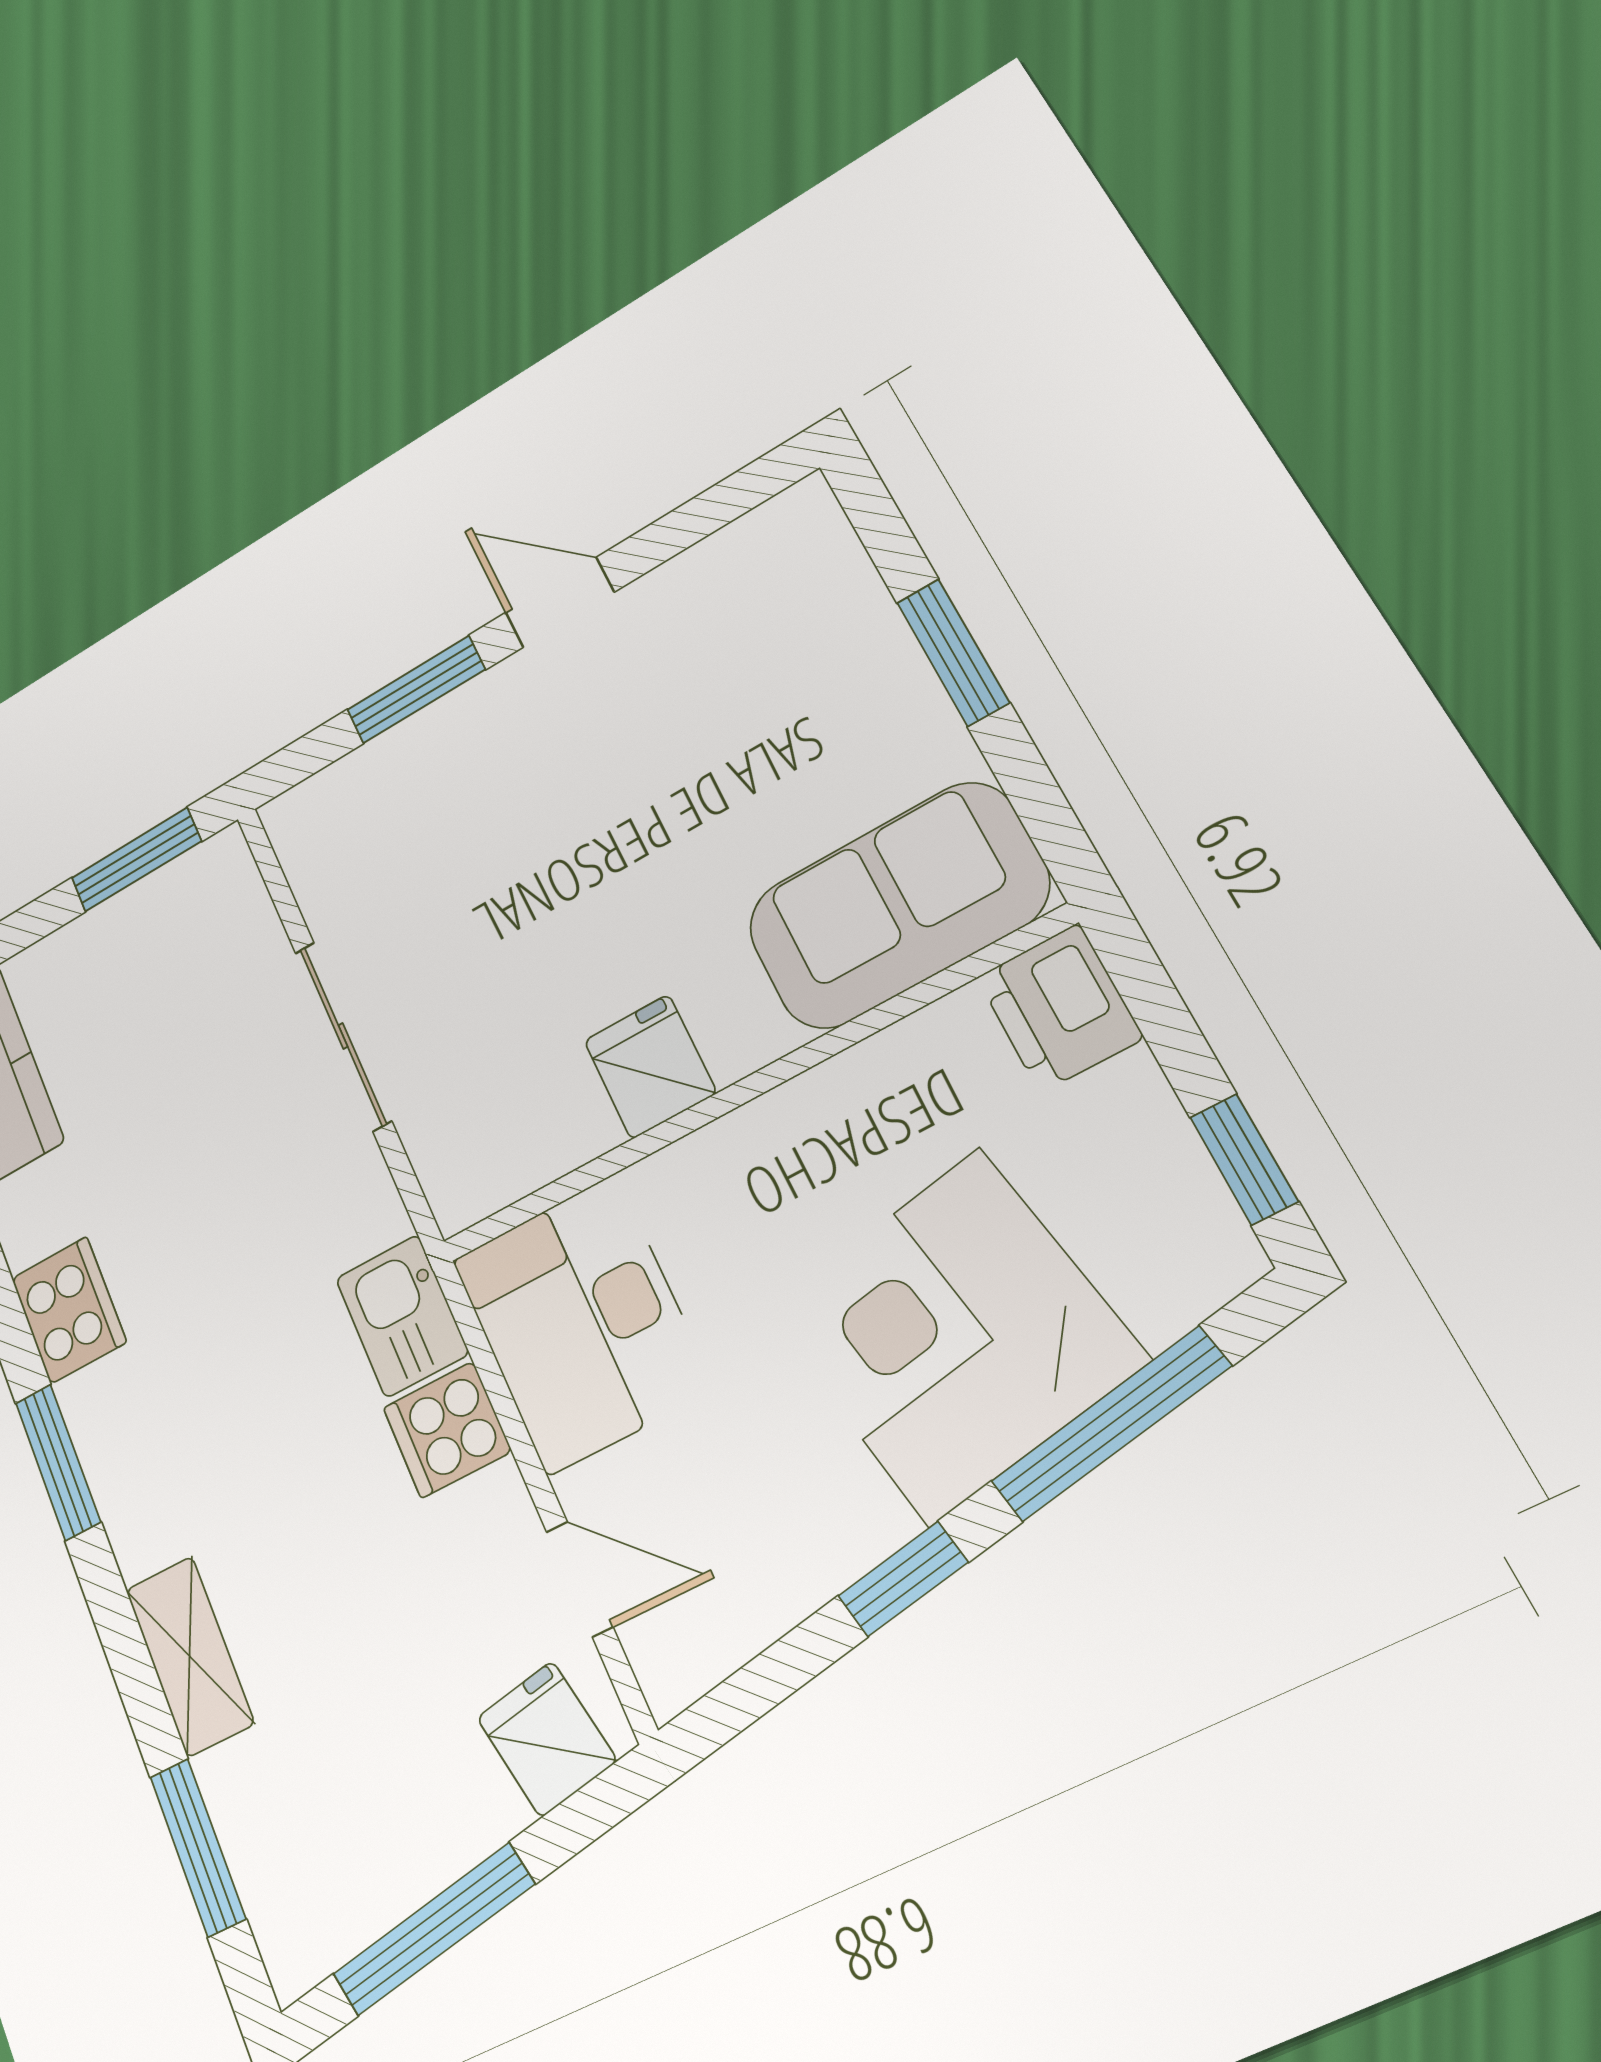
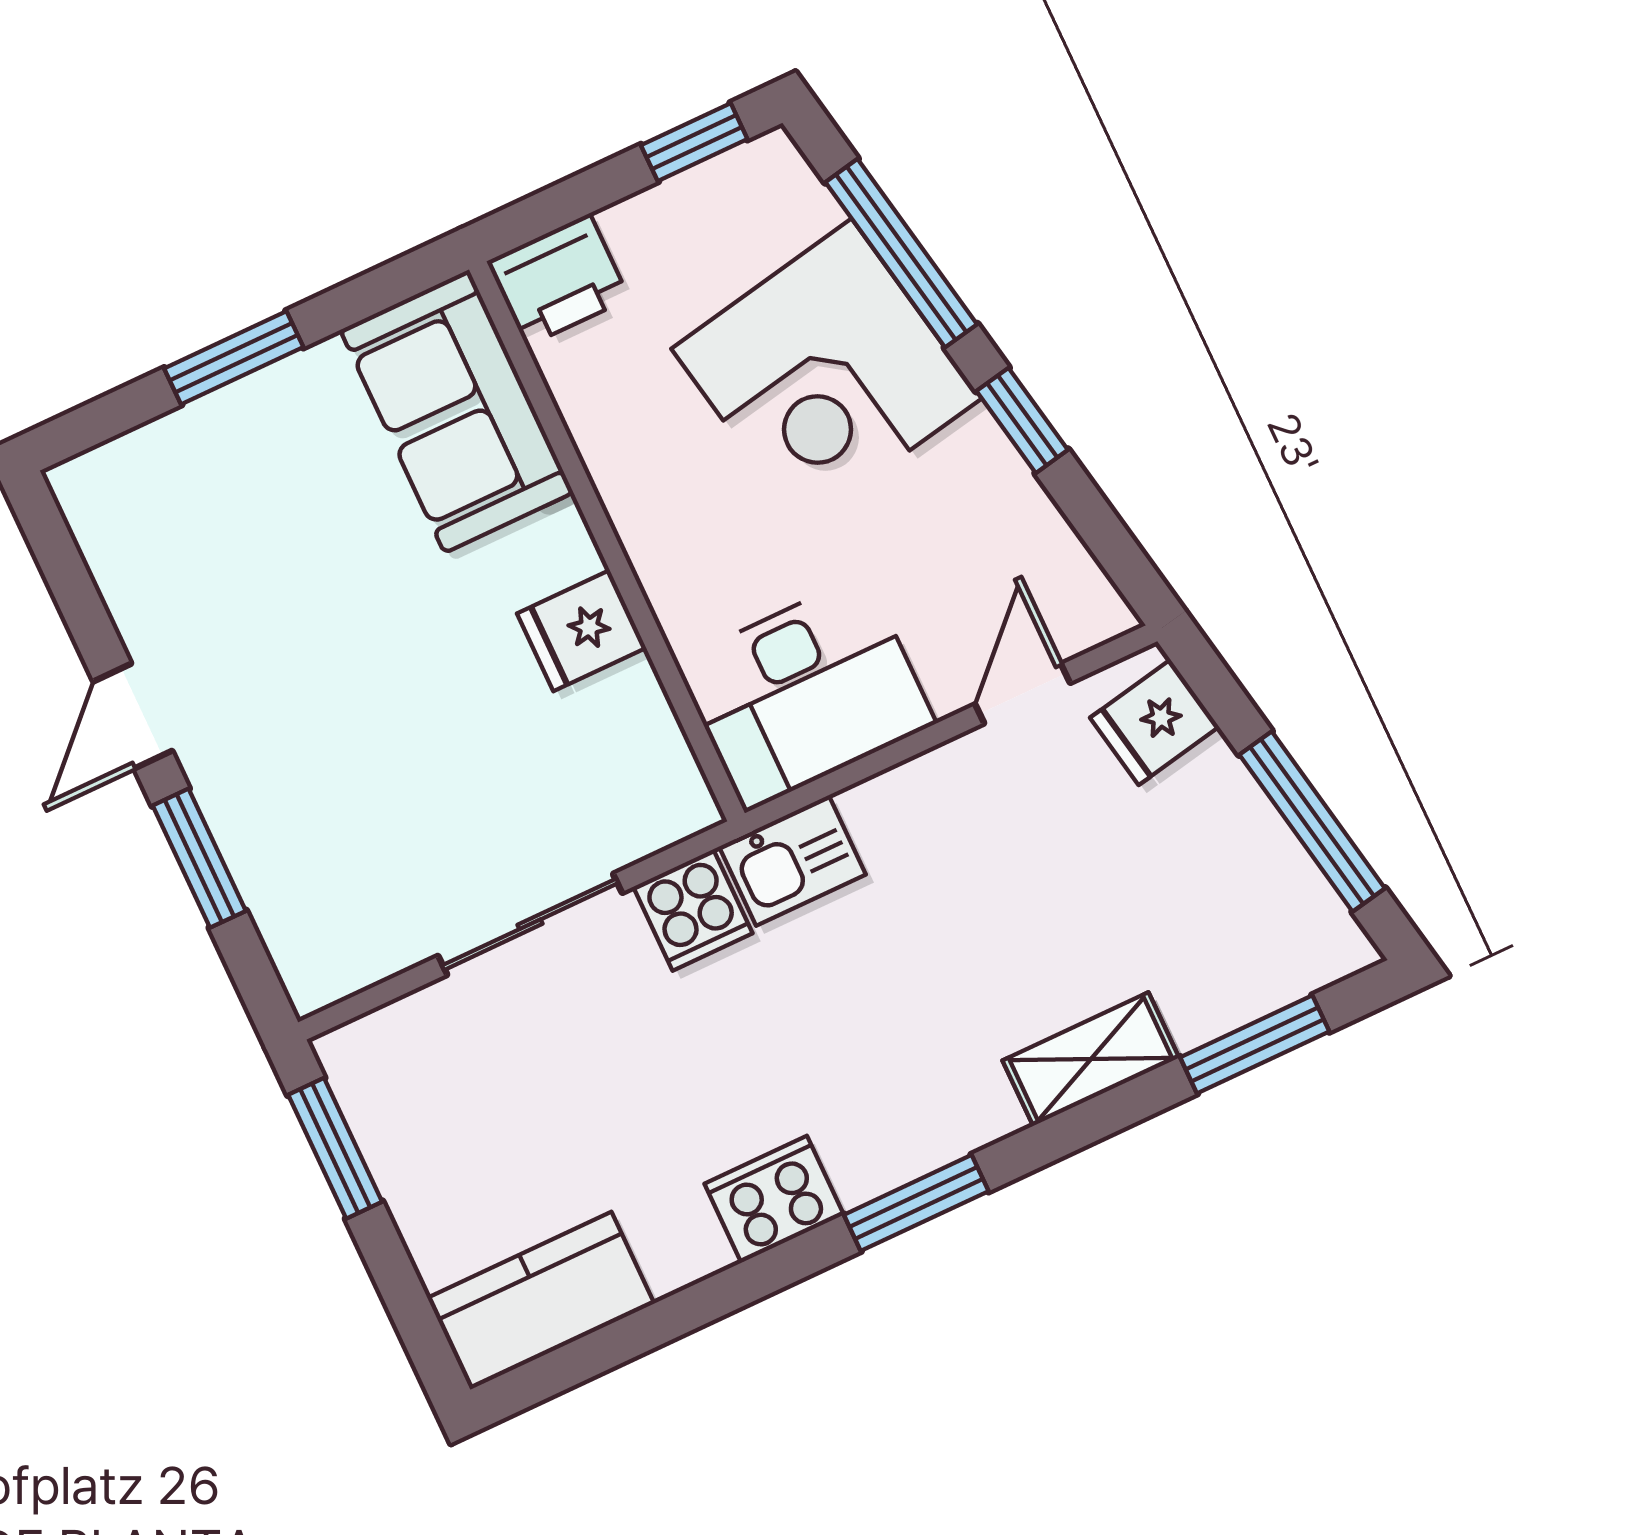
cooker: (447, 1430) -> (693, 910), moved

